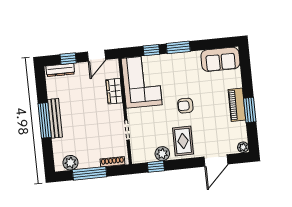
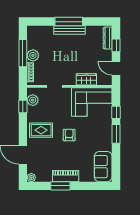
plant: (162, 154) -> (33, 100), moved
plant: (70, 163) -> (33, 55), moved

